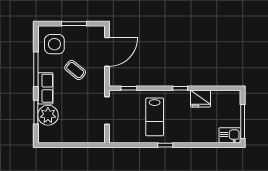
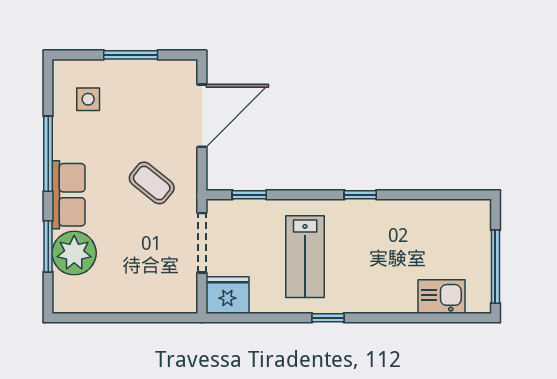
side table: (54, 44) -> (88, 99), width x0.54, depth x0.54
coffee table: (75, 70) -> (152, 183), moved
fridge: (201, 99) -> (227, 295), moved, turned 180
kitchen sink: (230, 135) -> (441, 297), moved

